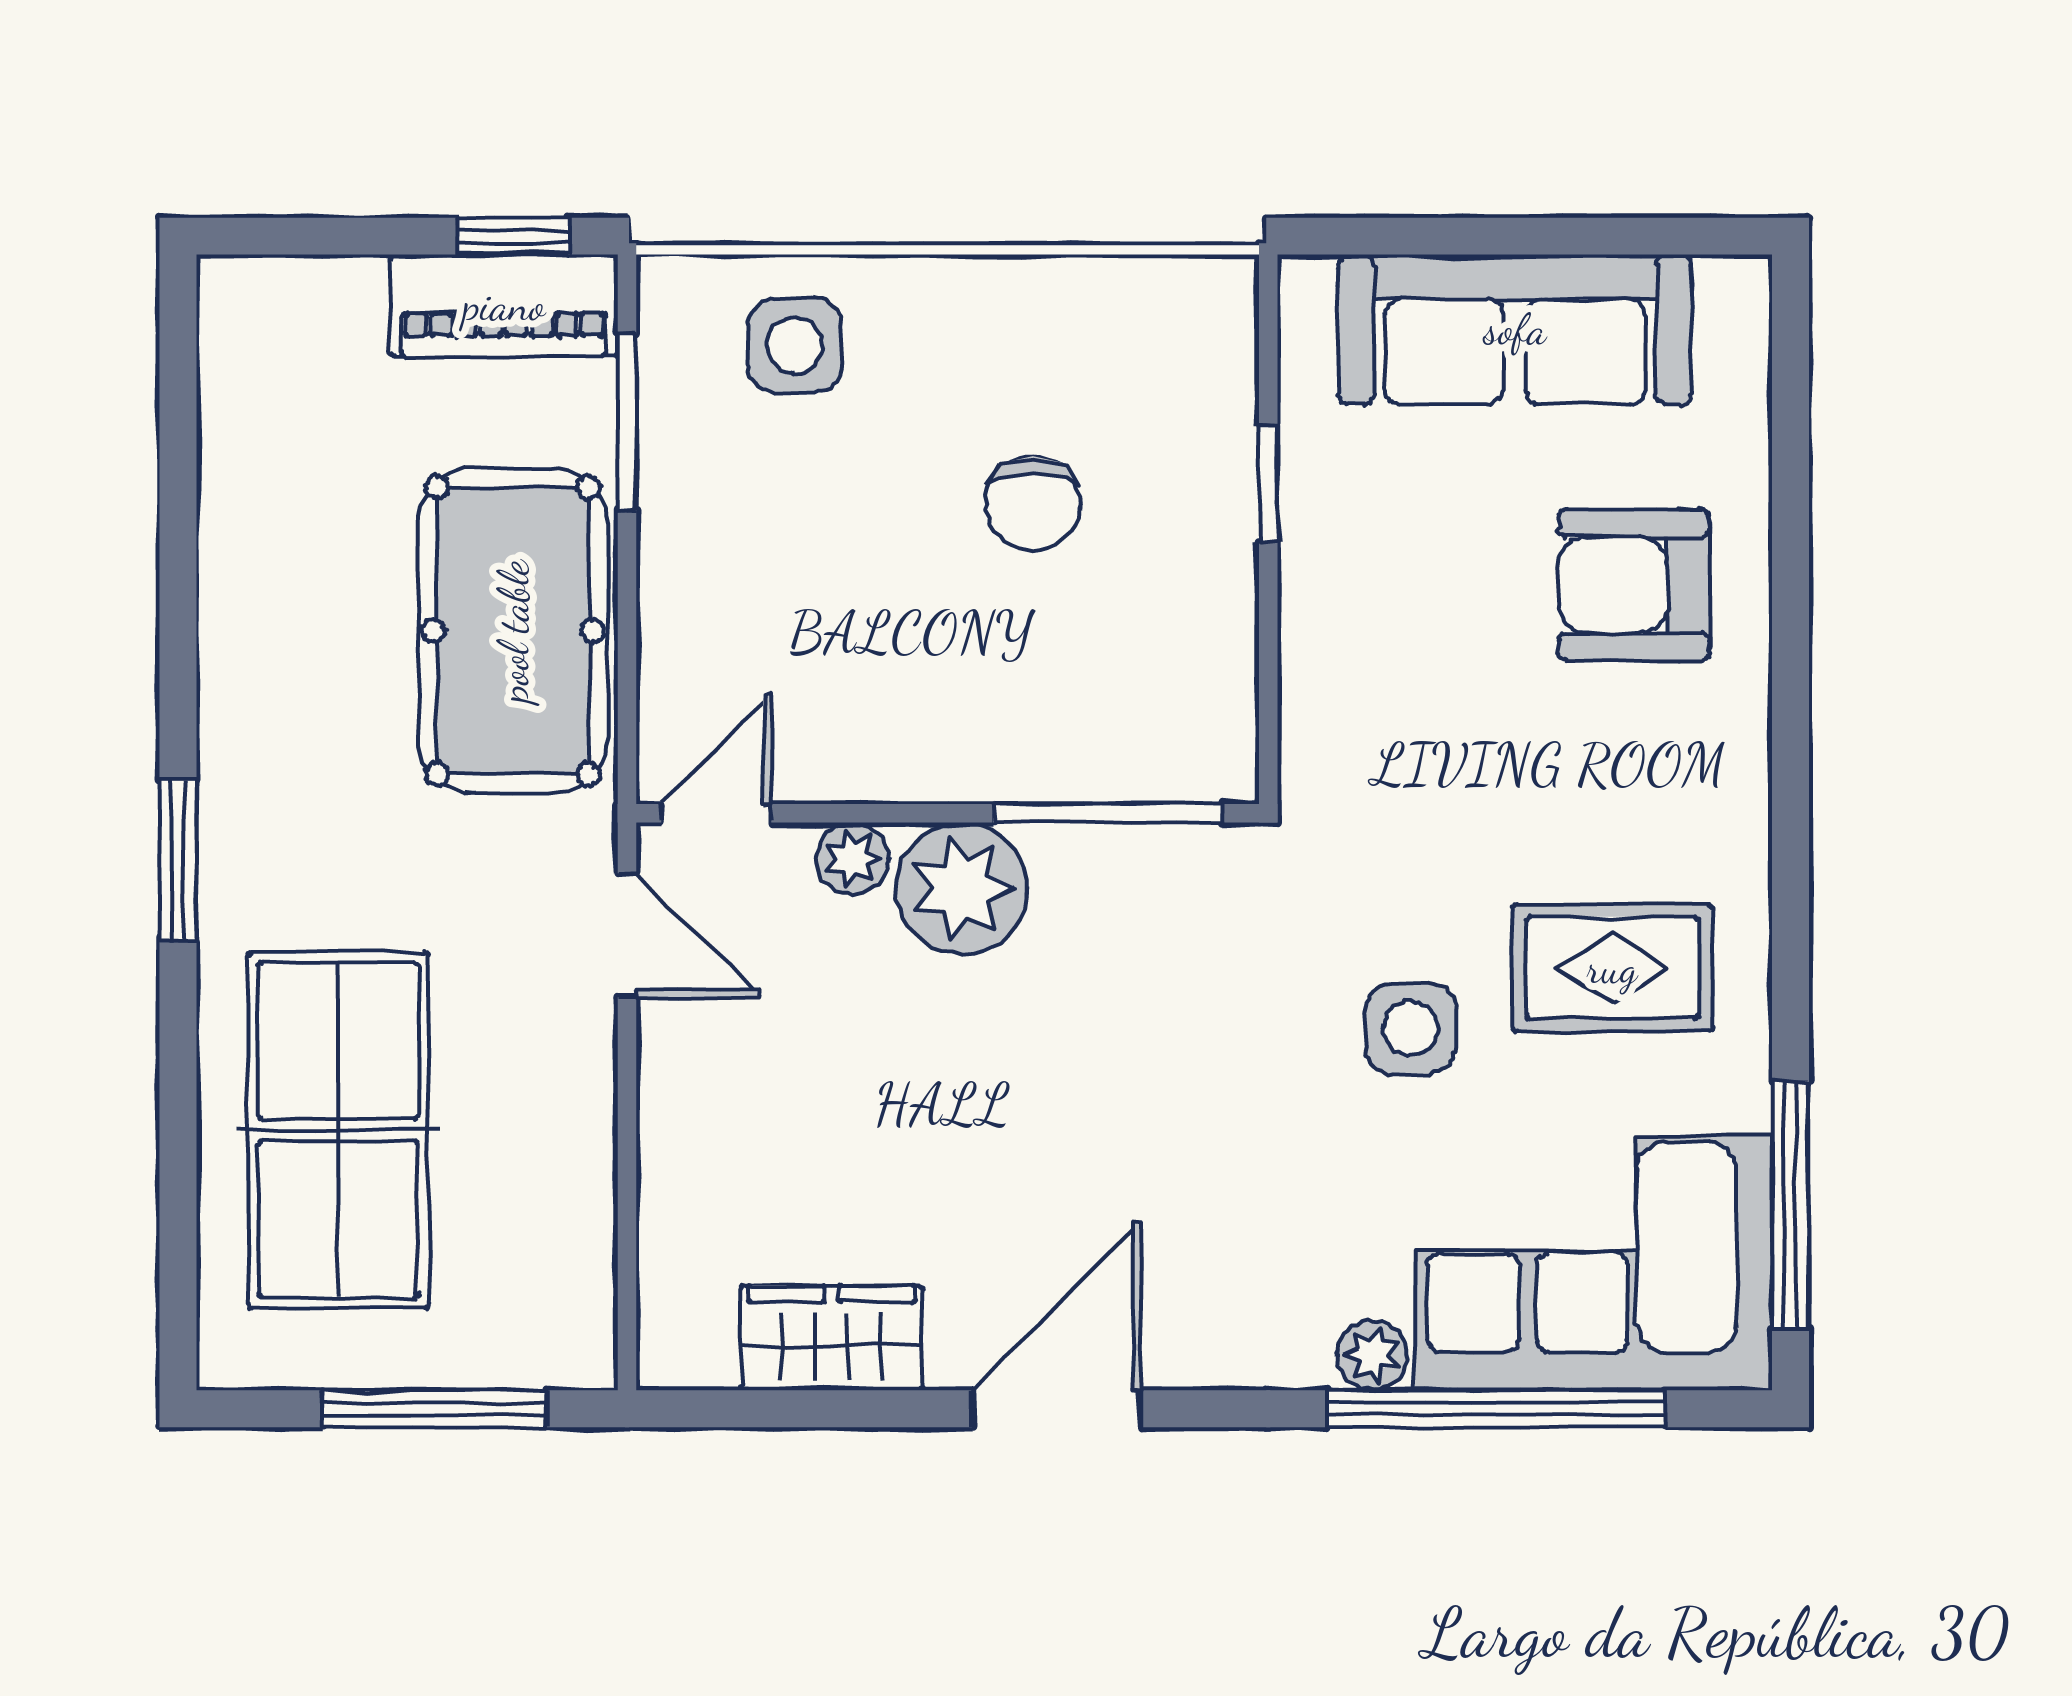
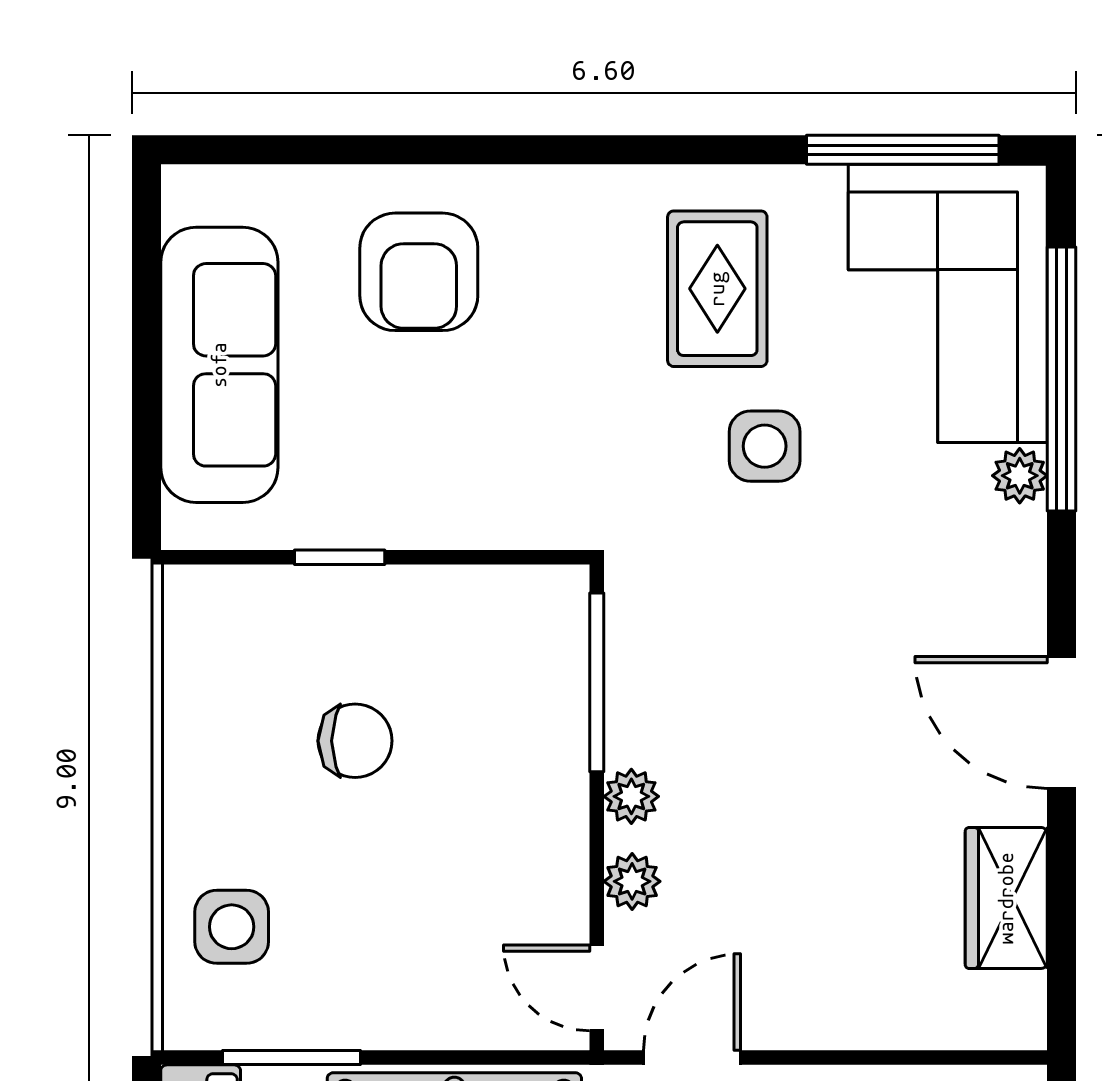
plant: (962, 888) -> (631, 796), width x0.53, depth x0.53

